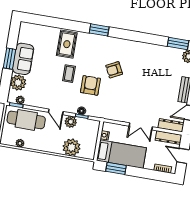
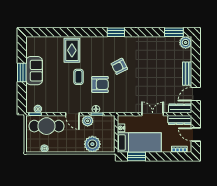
window: (99, 30) -> (116, 32), moved
plant: (18, 83) -> (33, 93), removed
armchair: (90, 85) -> (100, 84), turned 90
double door: (141, 126) -> (153, 114), swing flipped

